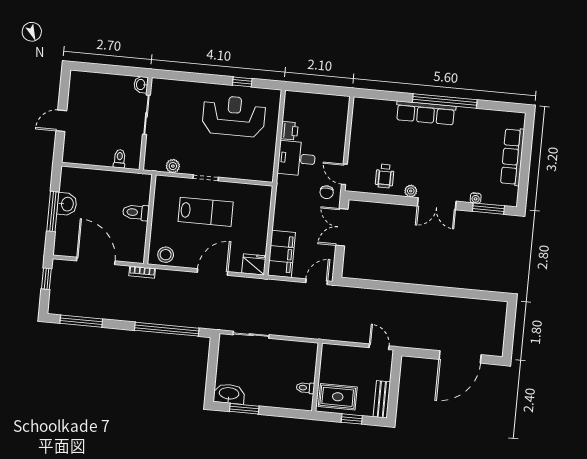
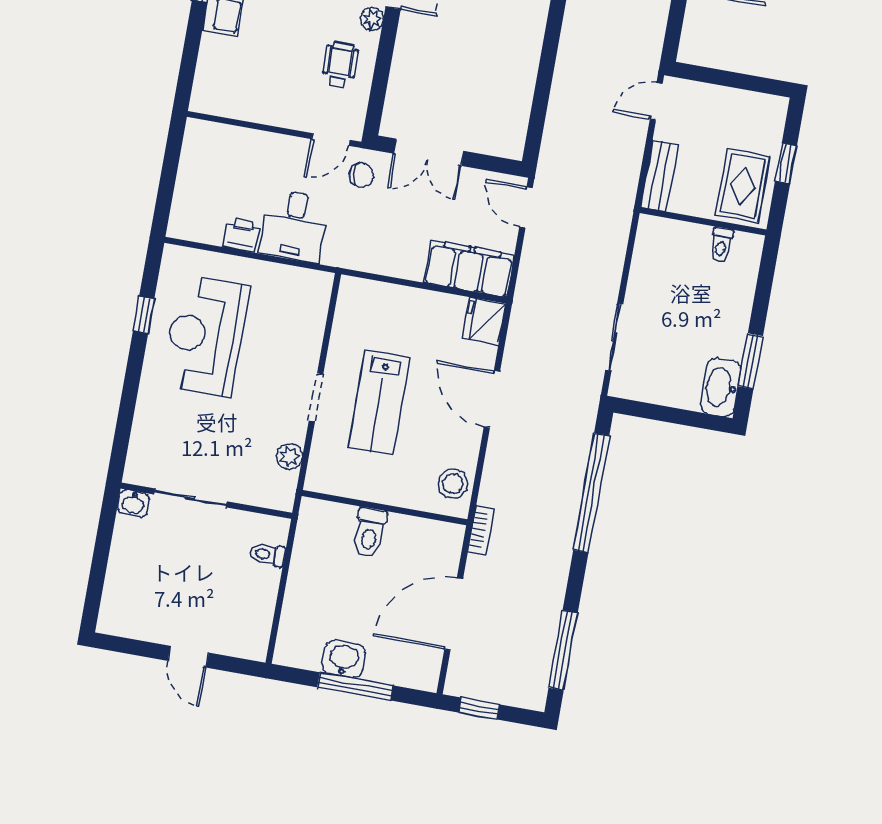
wheelchair: (385, 176) -> (340, 65), turned -90
lab bench: (206, 212) -> (379, 403), turned 180
bench: (382, 399) -> (659, 176), moved, turned 90

